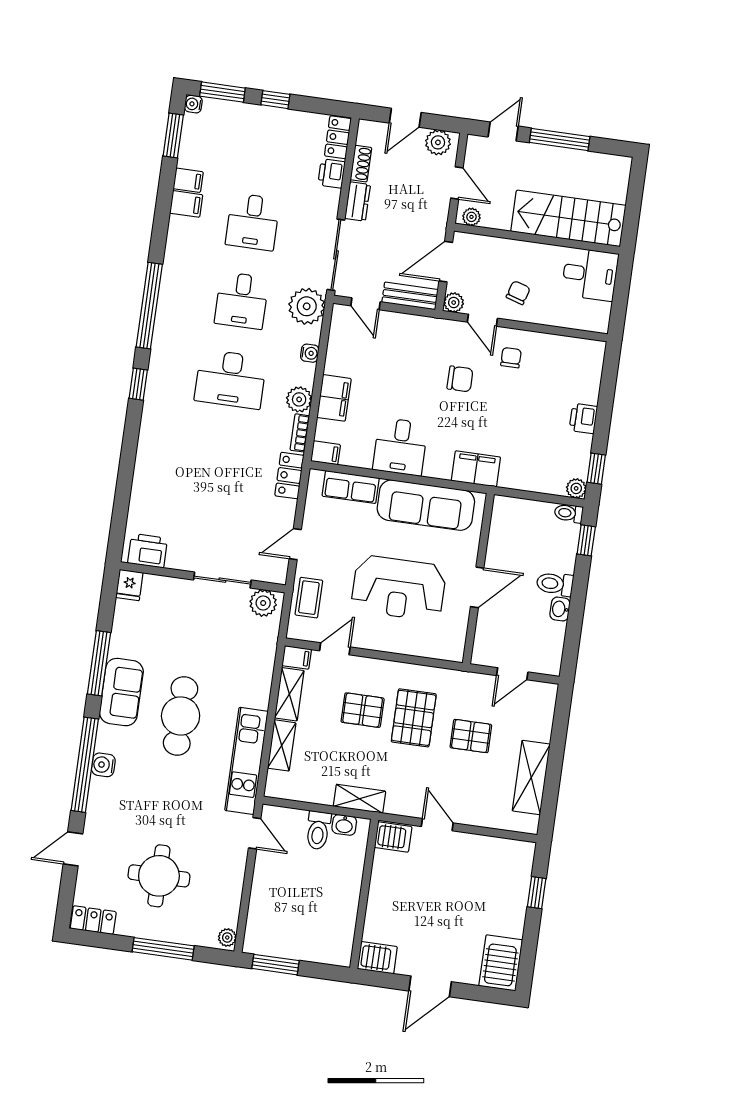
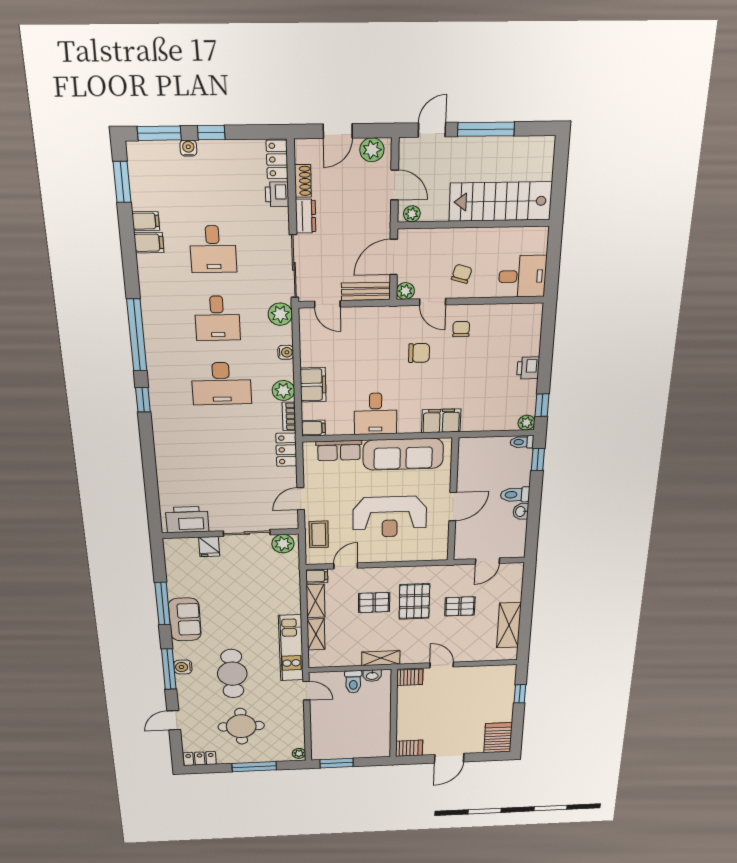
water cooler: (193, 104) -> (188, 148), moved, turned 90
desk: (590, 274) -> (522, 276), moved
plant: (307, 306) -> (280, 314), width x0.73, depth x0.73
printer: (148, 551) -> (187, 520), width x1.37, depth x1.19
fridge: (129, 585) -> (209, 547), moved
cafe table: (181, 716) -> (232, 674), moved
window: (85, 765) -> (169, 669), width x0.68

